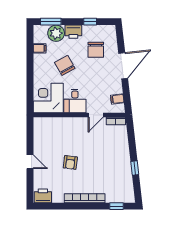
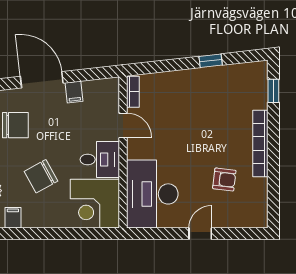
filing cabinet: (117, 99) -> (74, 92), moved
desk: (54, 133) -> (152, 194), added
armchair: (70, 162) -> (224, 179), moved
printer: (43, 196) -> (256, 212), removed

